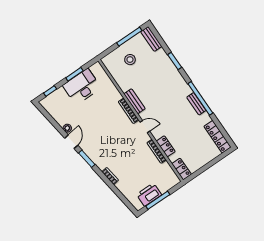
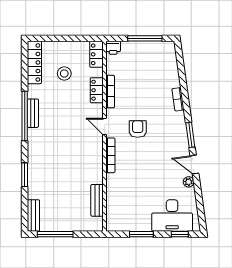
stool: (130, 60) -> (64, 74), moved
desk: (82, 87) -> (172, 215), moved
bench: (134, 101) -> (97, 200), moved
armchair: (123, 139) -> (138, 129), added
door: (71, 142) -> (194, 164), hinge flipped
printer: (149, 195) -> (113, 48), moved, width x0.53, depth x0.68

